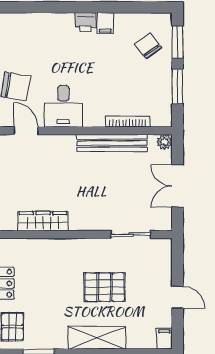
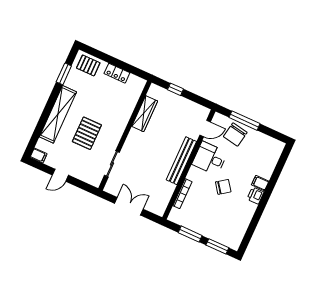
filing cabinet: (105, 23) -> (260, 183), moved
chair: (148, 46) -> (223, 187), moved
plant: (165, 142) -> (160, 211), removed
bench: (112, 143) -> (181, 161), moved
shelving: (97, 338) -> (58, 114), width x1.47

